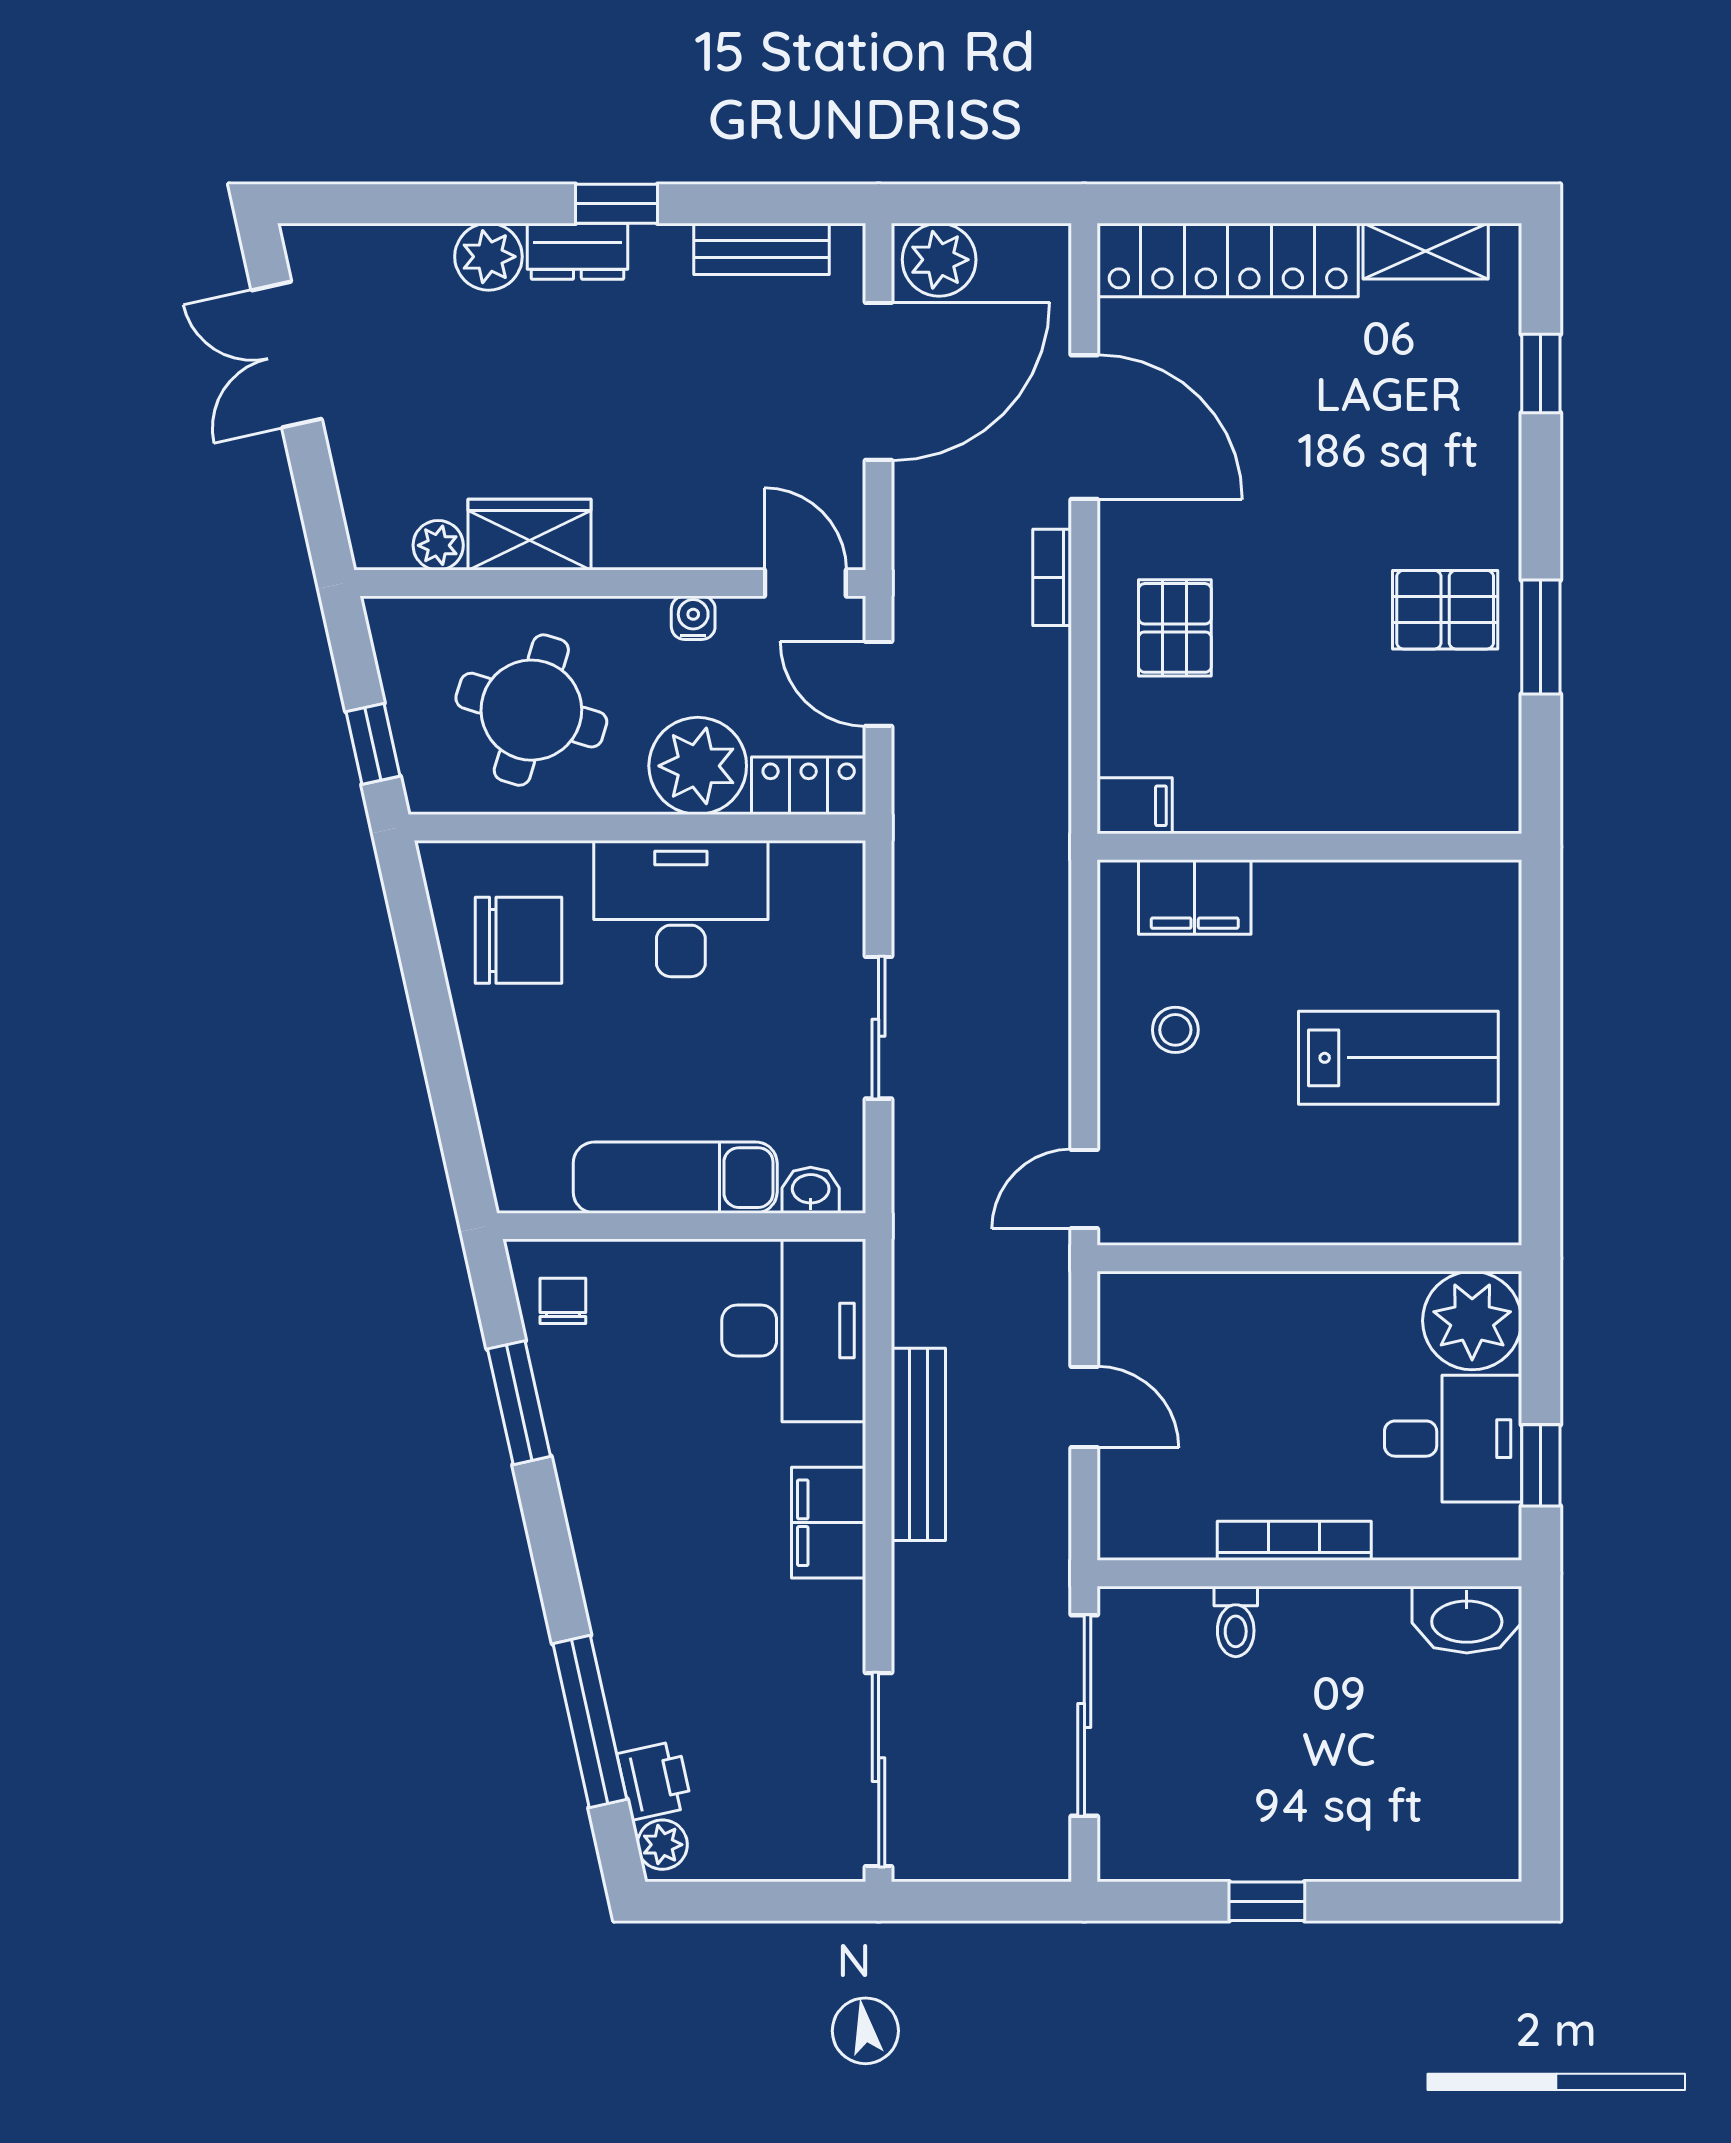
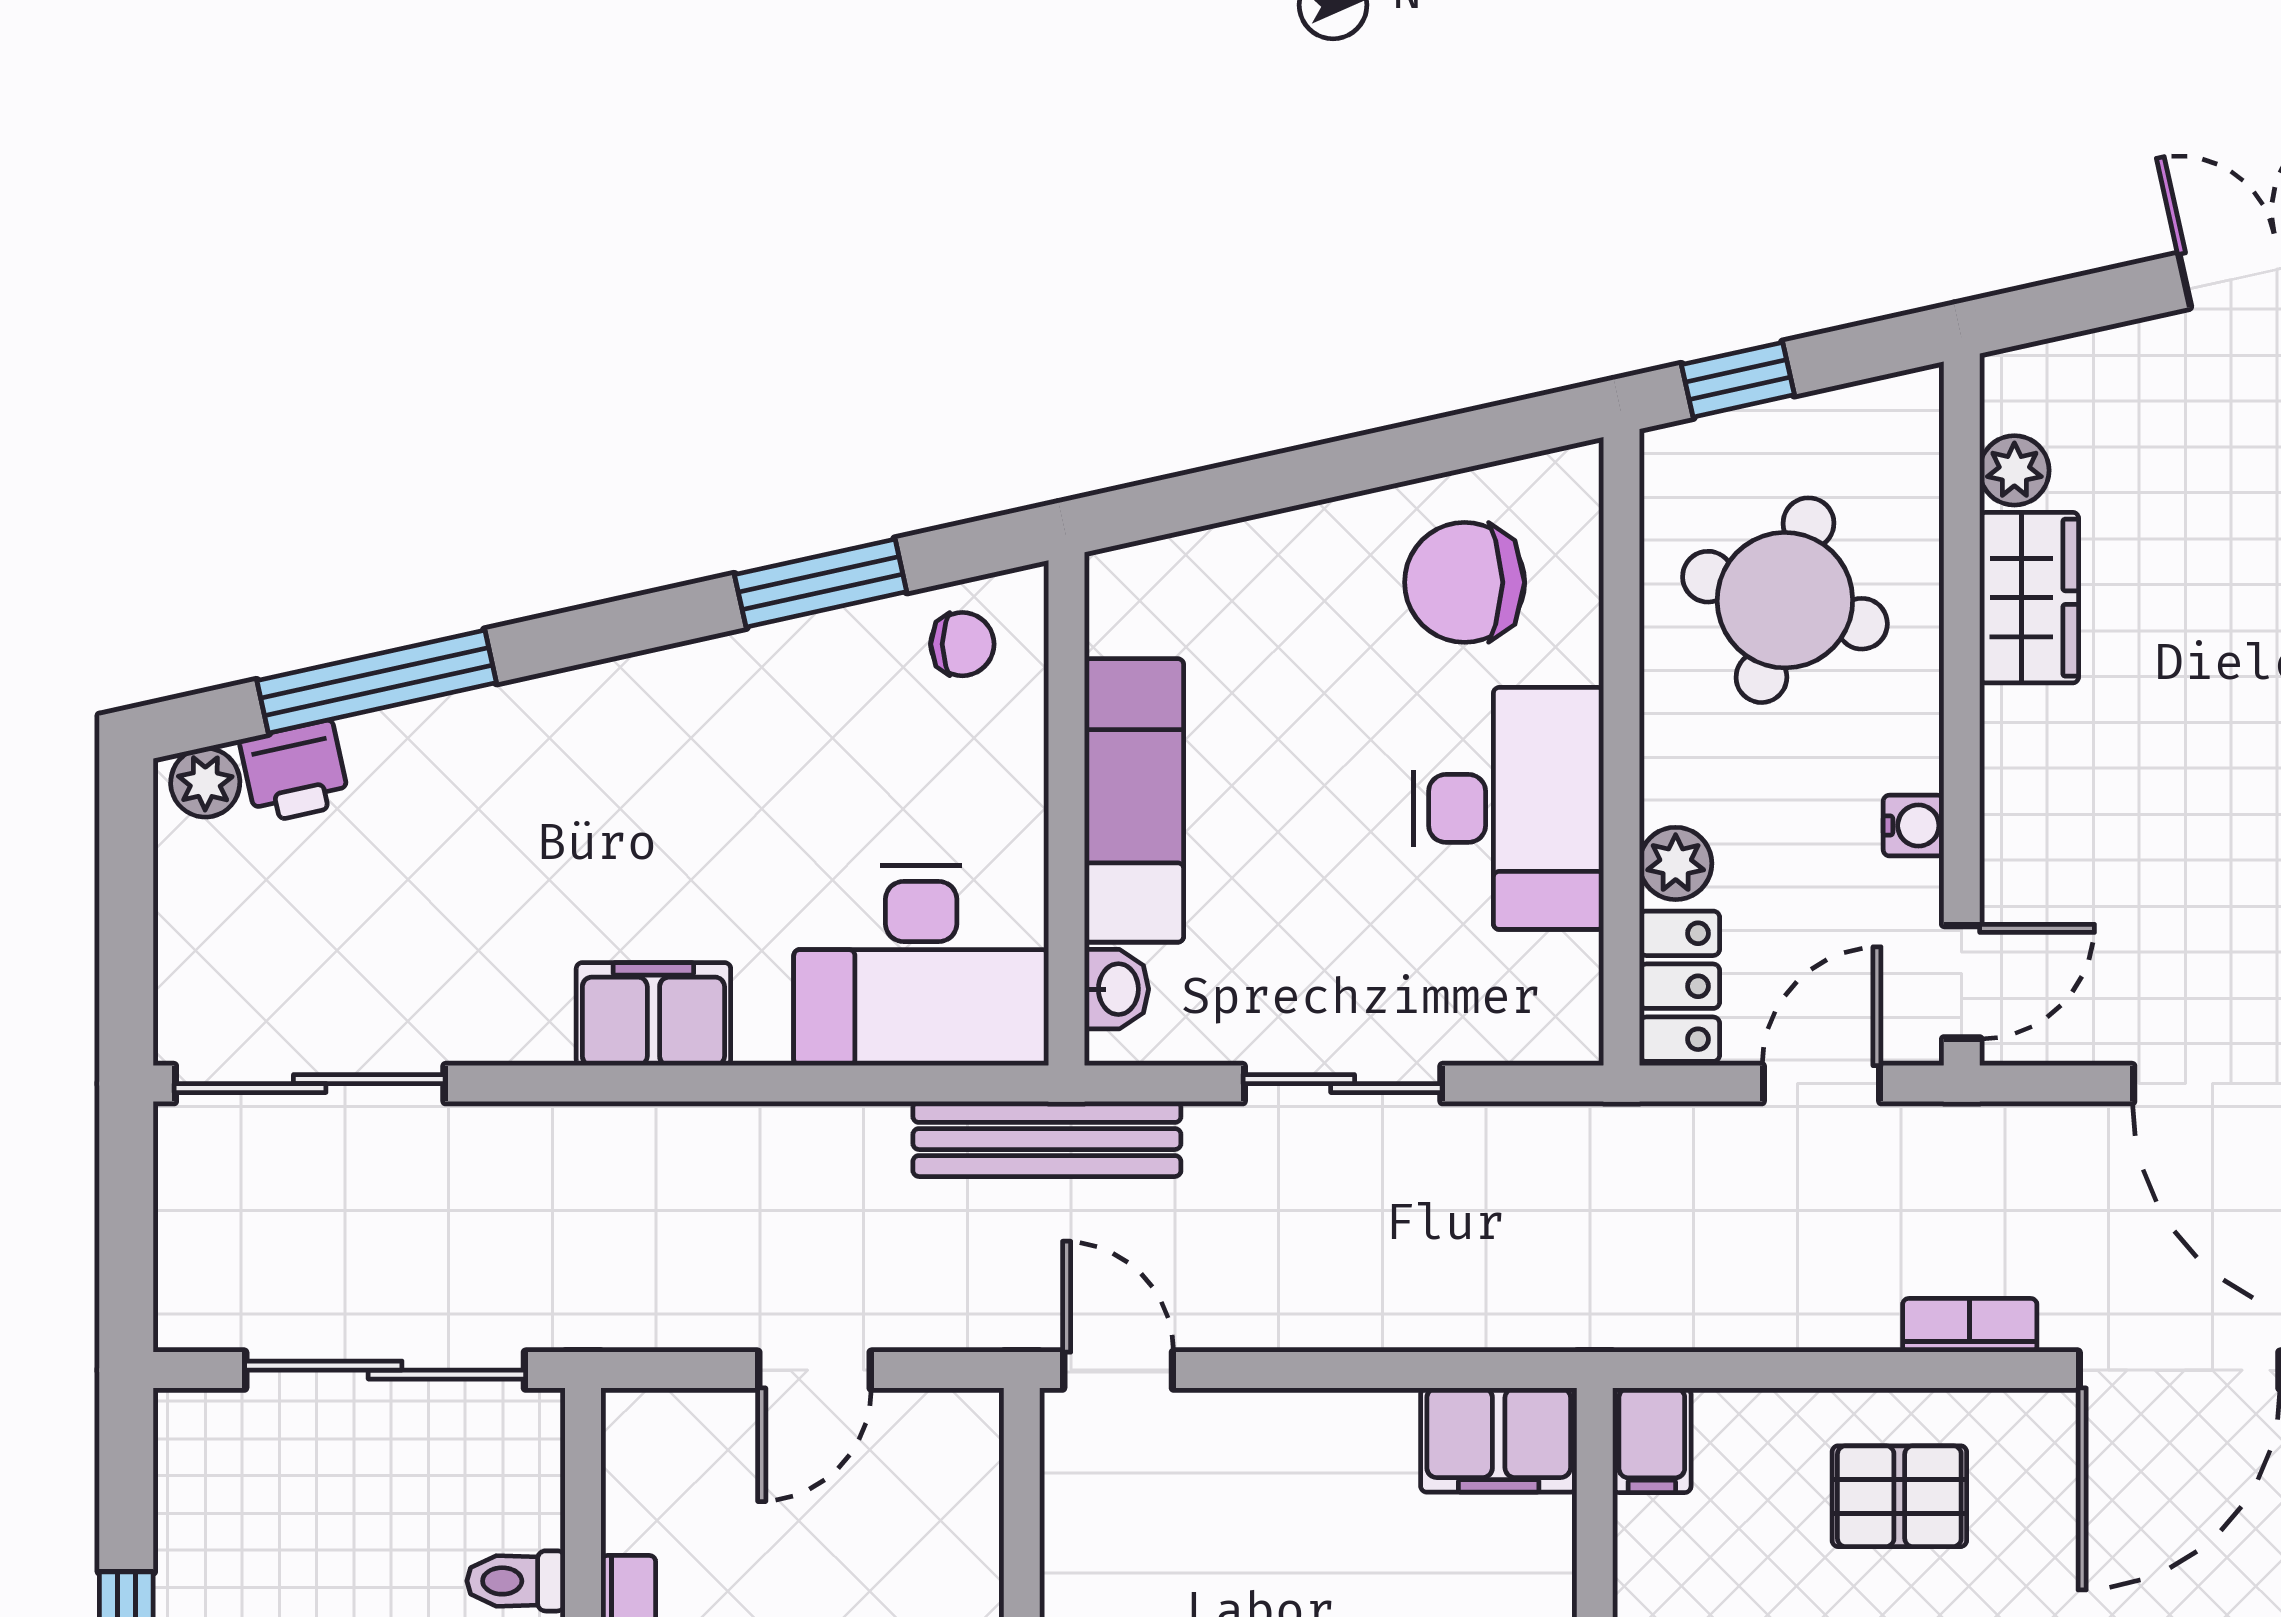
plant: (698, 766) -> (1676, 863), width x0.53, depth x0.53
filing cabinet: (1195, 897) -> (1499, 1440), moved, turned -90
chair: (519, 940) -> (1465, 582), turned 90
stool: (1175, 1030) -> (1340, 1497), removed
bench: (918, 1444) -> (1047, 1139), moved

